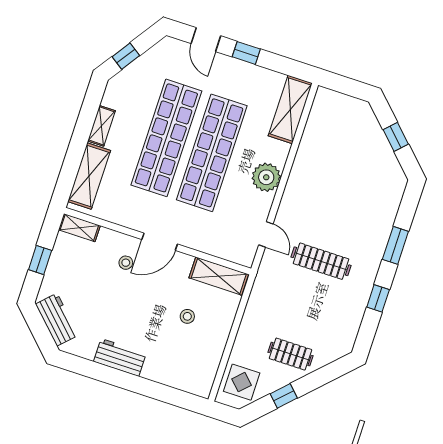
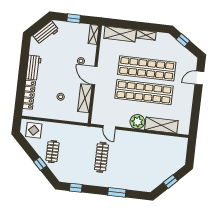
window: (246, 53) -> (197, 99), removed
shelving: (290, 109) -> (161, 125), moved
door: (266, 234) -> (109, 127), hinge flipped
shelving: (219, 276) -> (85, 98), moved
window: (378, 298) -> (76, 188), moved
locker: (171, 377) -> (29, 95), added
window: (284, 396) -> (40, 164), moved

